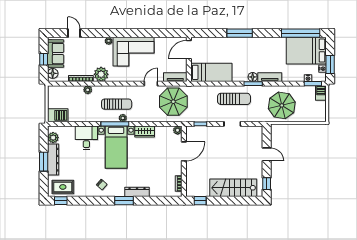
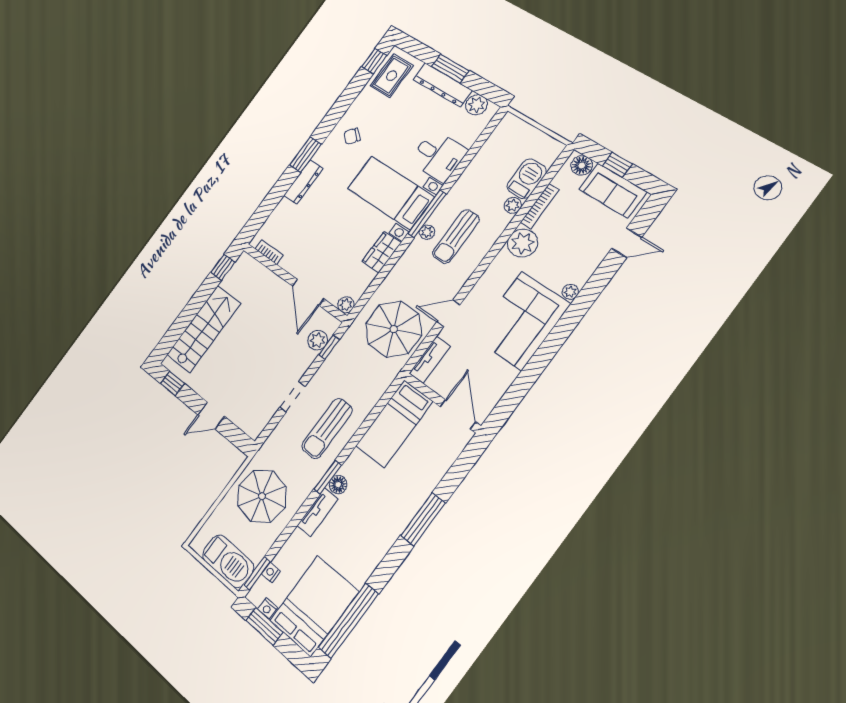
door: (151, 84) -> (448, 313), swing flipped
barbecue: (321, 93) -> (228, 561), width x1.88, depth x1.53
barbecue: (58, 115) -> (527, 179), moved, turned 180
plant: (201, 131) -> (318, 340), added

